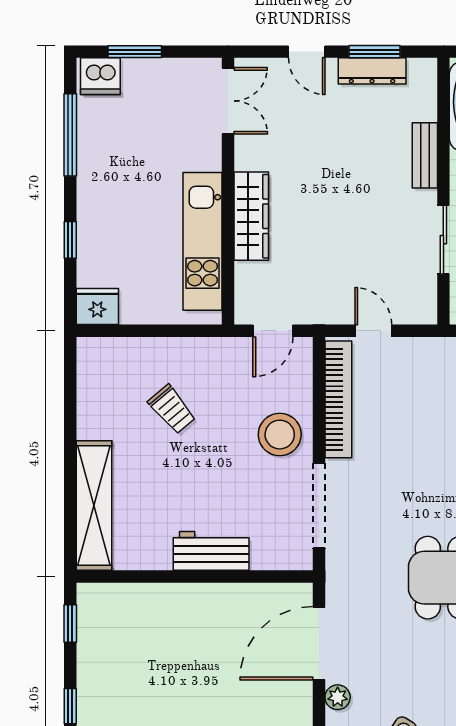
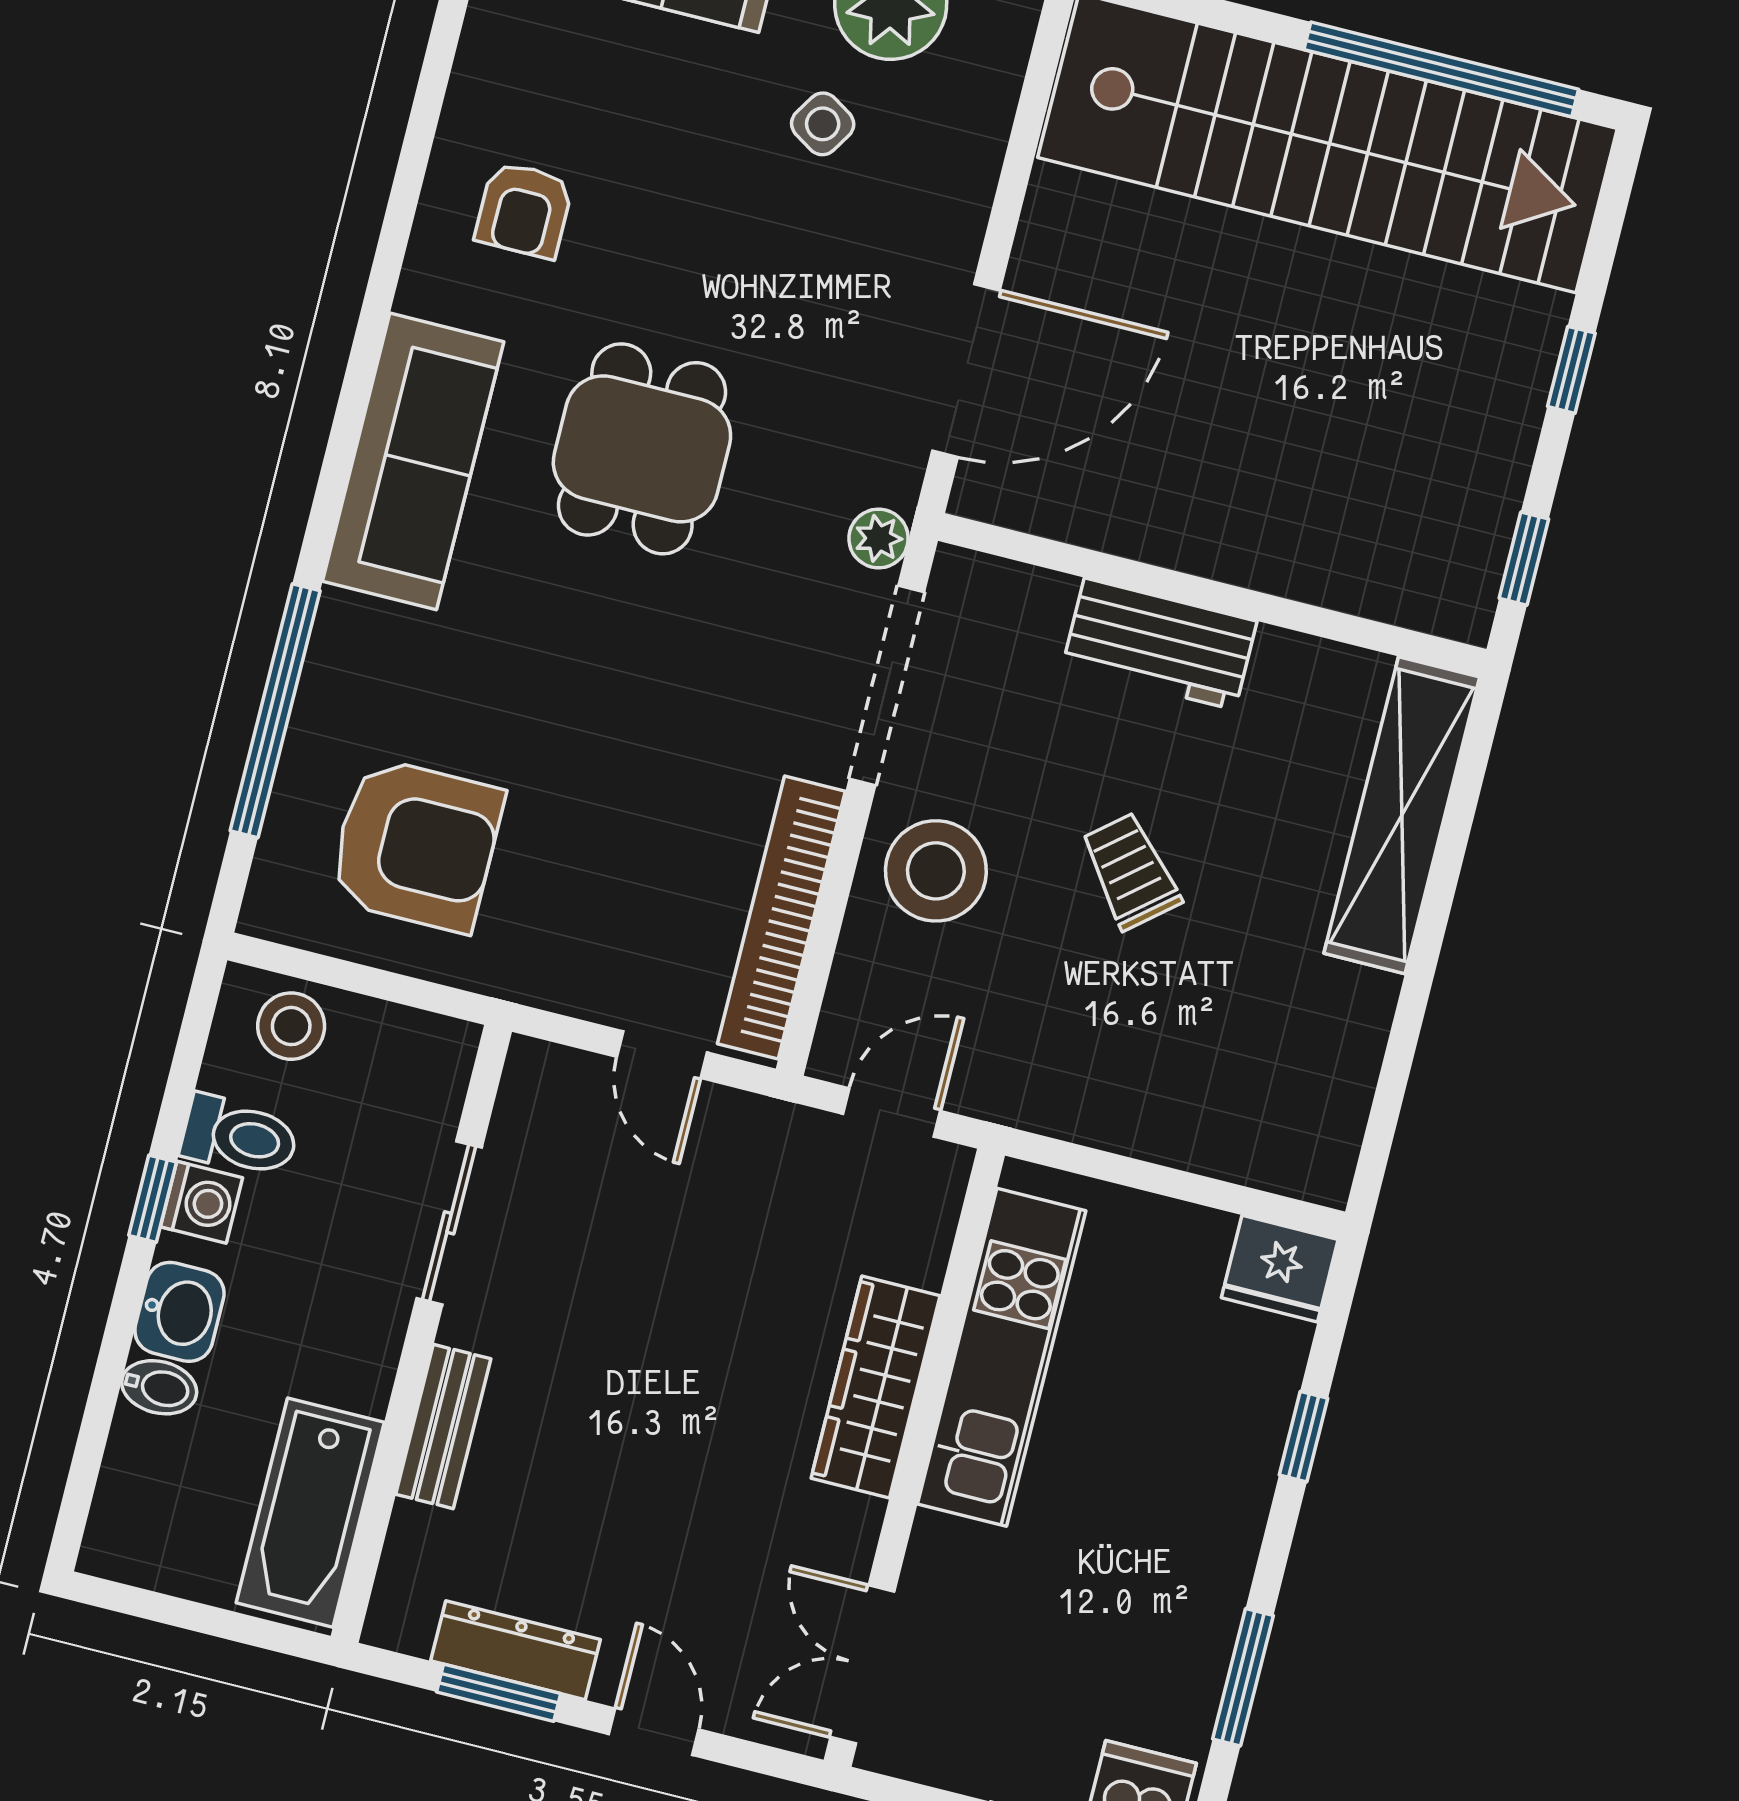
window: (70, 135) -> (1243, 1677), width x0.69
trolley: (172, 409) -> (1131, 871), moved
plant: (338, 697) -> (879, 538), moved

